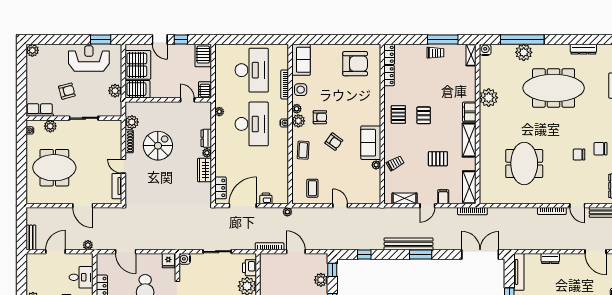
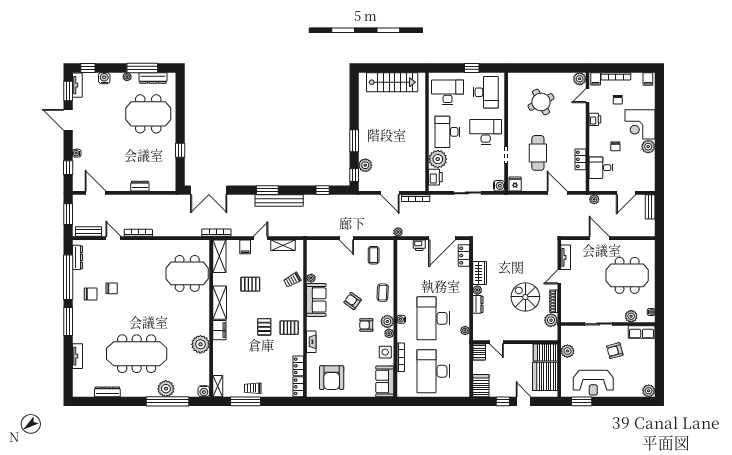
armchair: (355, 64) -> (332, 378), turned -90
fireplace: (376, 100) -> (311, 342), added
pallet: (398, 115) -> (289, 328), turned 90
spiral stairs: (158, 146) -> (525, 297), turned 90
meeting table: (524, 164) -> (187, 273), moved, turned 90
door: (123, 166) -> (559, 277), swing flipped
tv unit: (519, 272) -> (171, 173), removed

